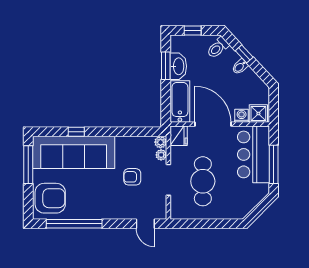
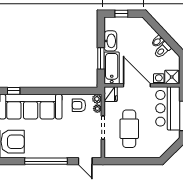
toilet: (218, 48) -> (162, 50), moved
window: (244, 54) -> (161, 31), removed
window: (166, 66) -> (101, 58), moved
window: (76, 132) -> (14, 91), moved
armchair: (132, 177) -> (79, 105), moved
window: (74, 224) -> (46, 161), moved

